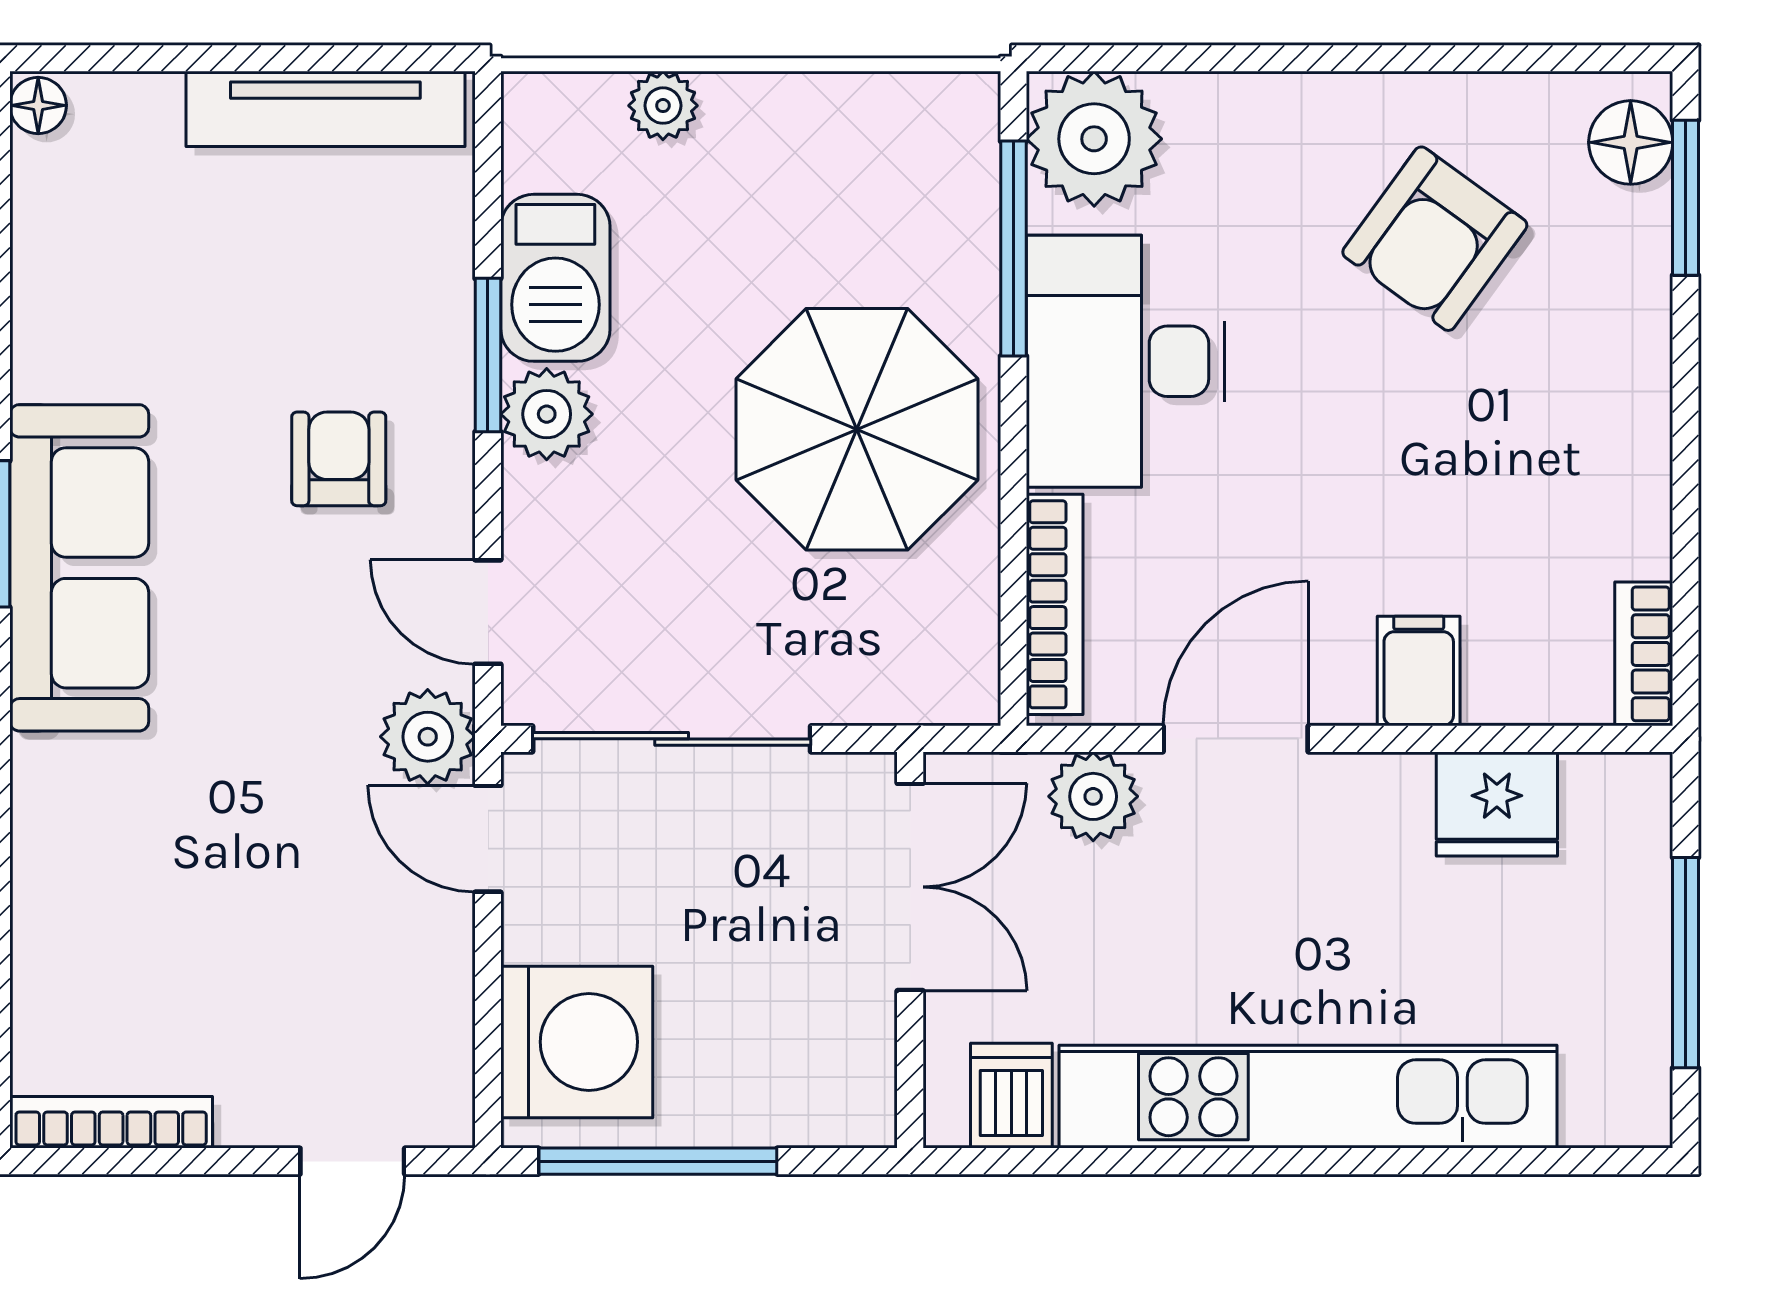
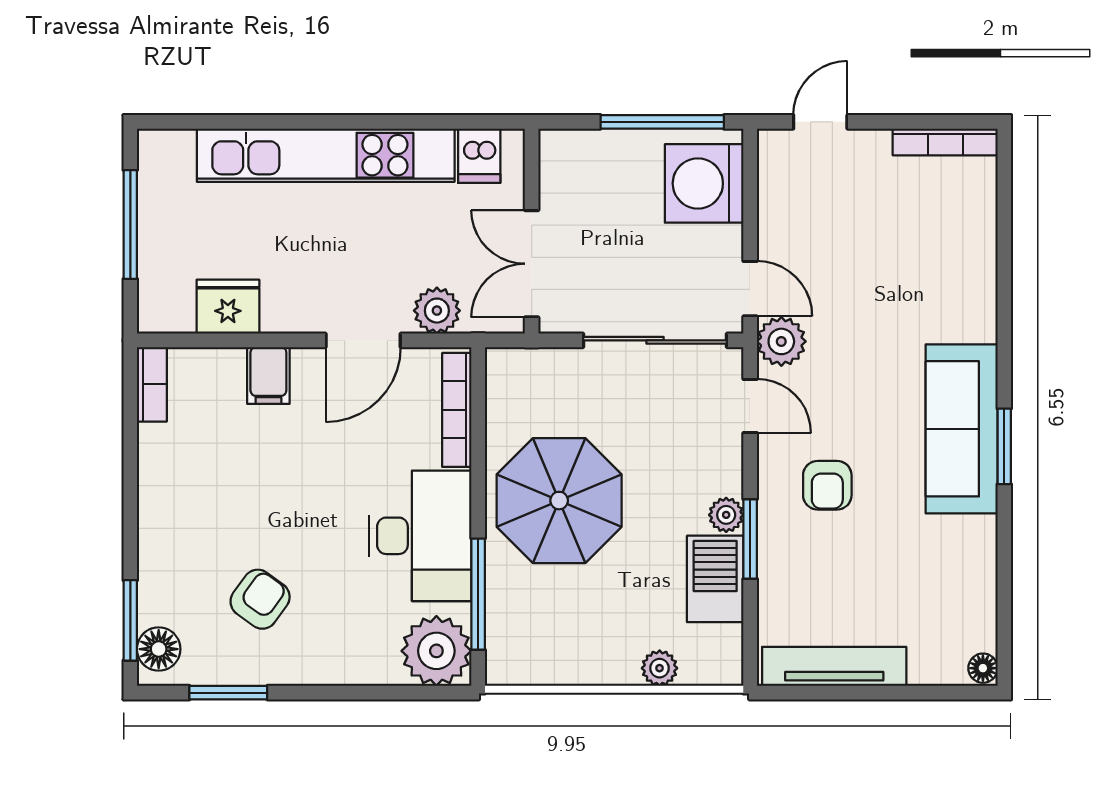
window: (1496, 58) -> (228, 693), added
armchair: (1435, 239) -> (260, 599), width x0.72, depth x0.72
plant: (547, 414) -> (726, 515), width x0.73, depth x0.73

